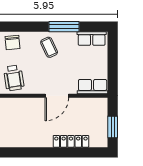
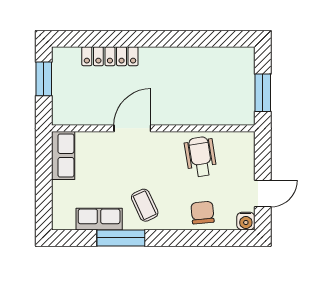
row of seats: (92, 39) -> (99, 219), moved
row of seats: (93, 87) -> (63, 155), moved, turned -90

